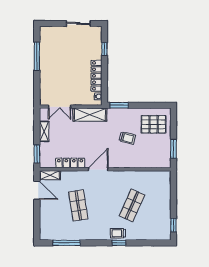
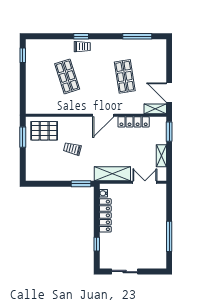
pallet: (154, 124) -> (44, 131), moved
shop shelf: (132, 205) -> (67, 76), turned -42

